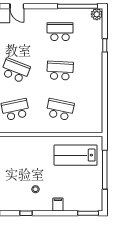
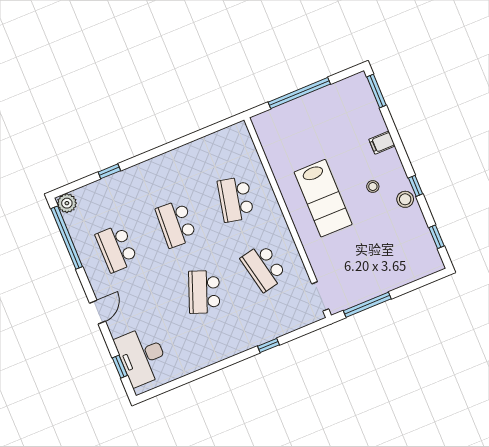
door: (17, 6) -> (97, 312), moved
lab bench: (76, 155) -> (323, 198), moved
stool: (21, 204) -> (405, 199), added

